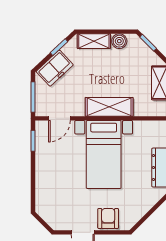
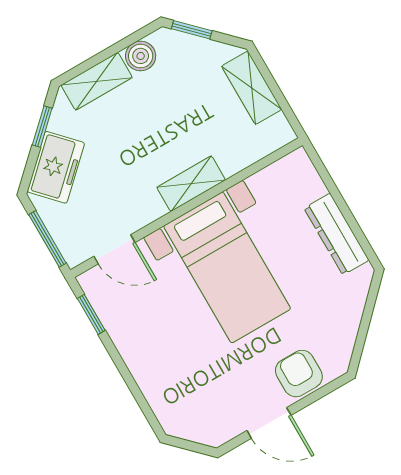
shelving: (109, 107) -> (191, 184), width x0.67, depth x0.75
door: (59, 118) -> (114, 249), hinge flipped

